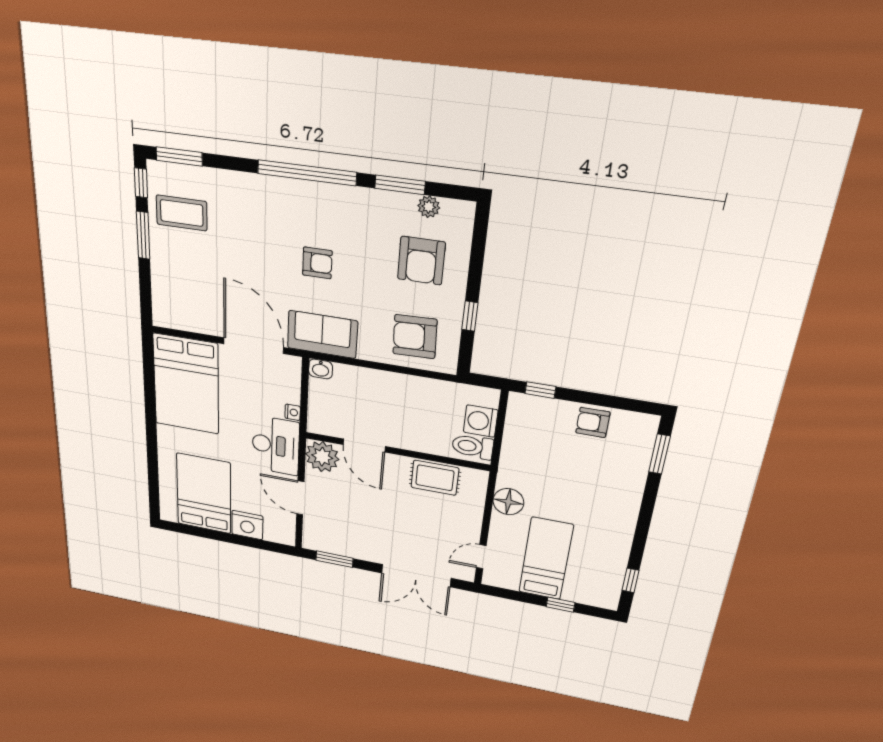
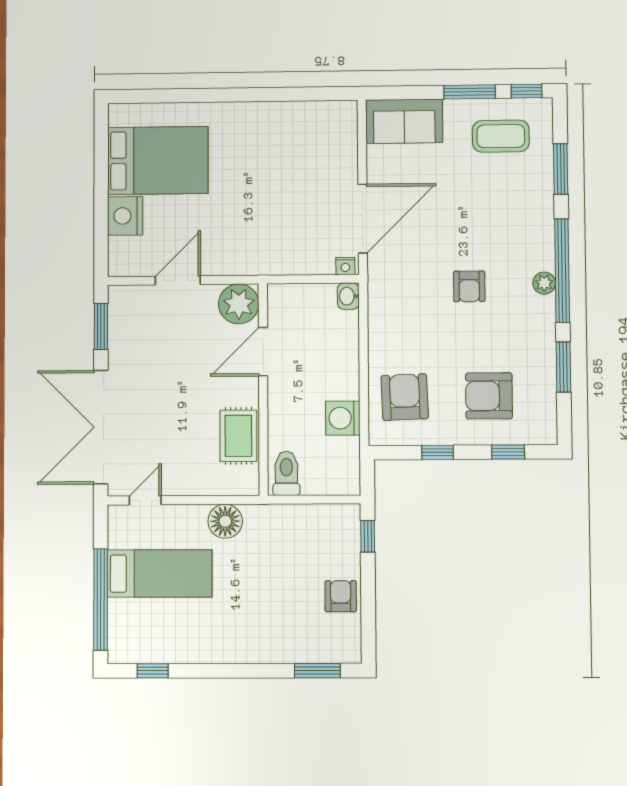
window: (179, 156) -> (561, 169), moved
plant: (429, 207) -> (544, 283), moved
coffee table: (182, 213) -> (501, 136), turned 90
window: (478, 251) -> (508, 452), added
sofa: (322, 334) -> (404, 121), moved, turned 90
bed: (186, 384) -> (300, 139), removed
nightstand: (293, 412) -> (345, 266), moved
washing machine: (481, 421) -> (343, 418), moved, turned -90
desk: (276, 446) -> (242, 248), removed
door: (481, 557) -> (145, 500), hinge flipped
double door: (416, 576) -> (101, 427), width x1.36
window: (561, 605) -> (101, 599), width x3.17

